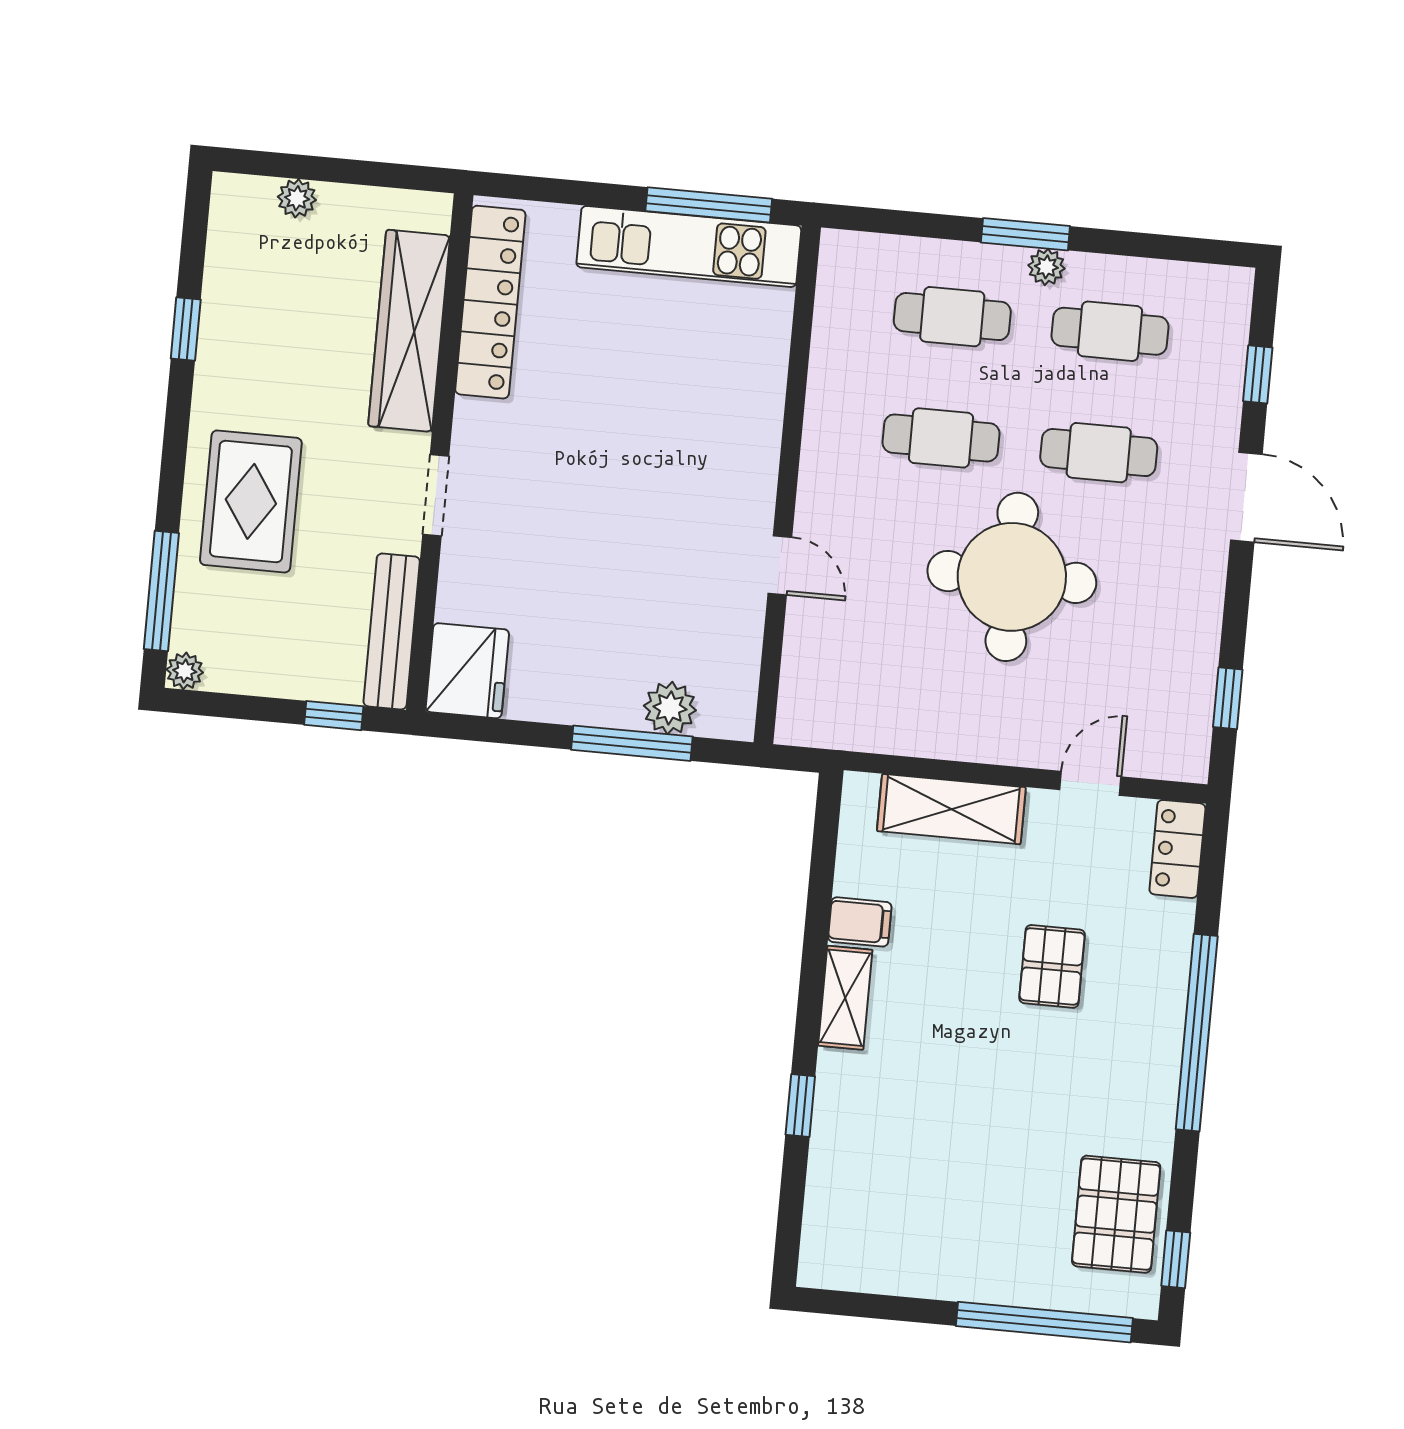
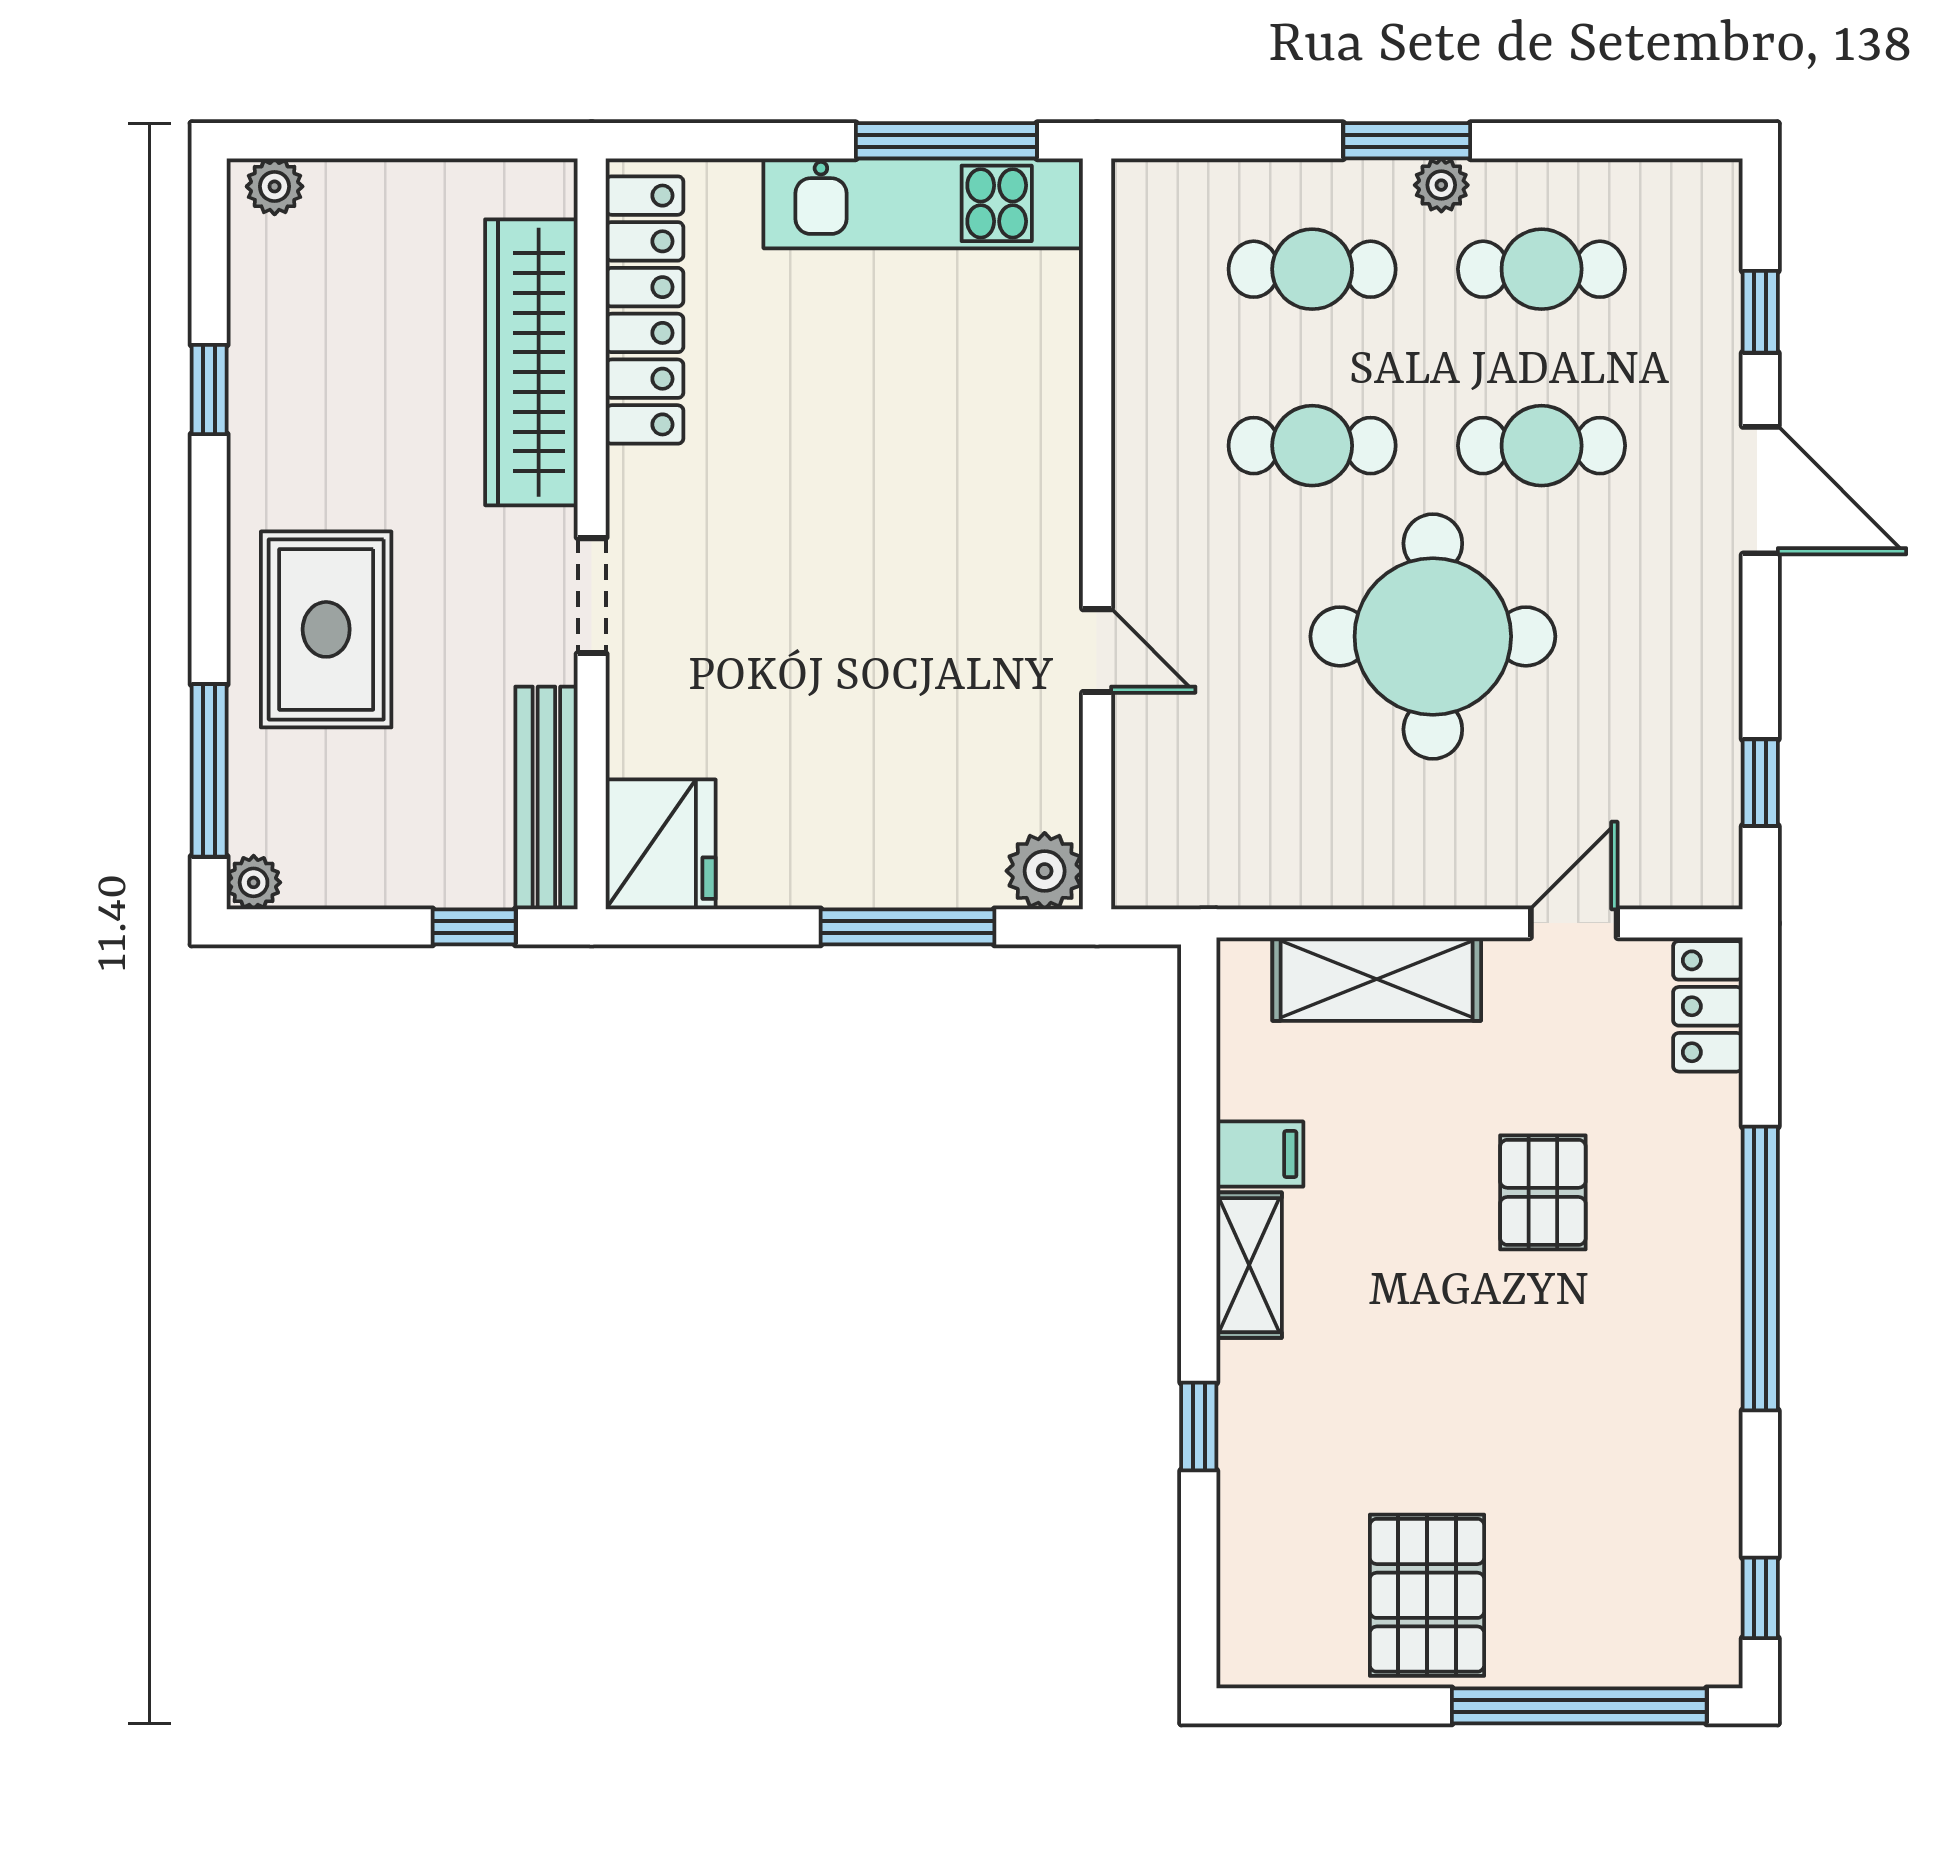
plant: (297, 198) -> (275, 186), moved
plant: (670, 708) -> (1045, 871), moved
pallet: (1116, 1214) -> (1427, 1595), moved

